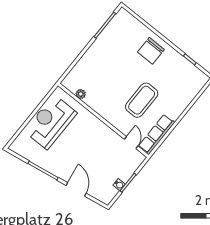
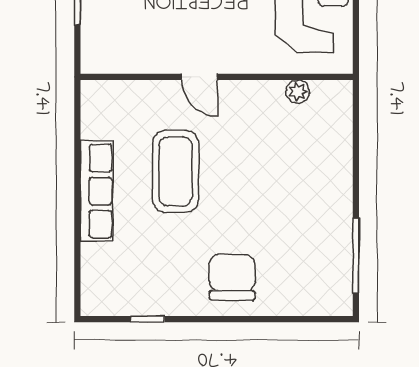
row of seats: (157, 134) -> (97, 191), moved
door: (131, 143) -> (199, 77), moved

